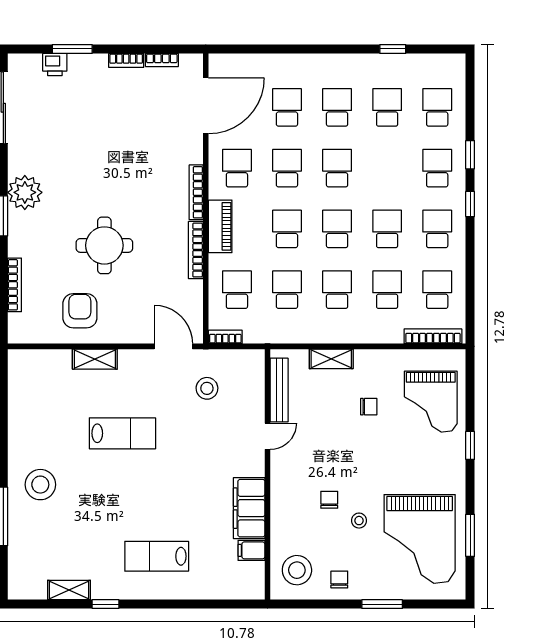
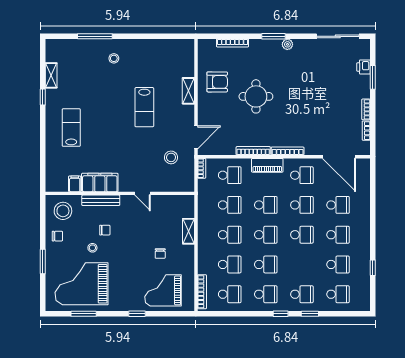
plant: (25, 192) -> (287, 44), width x0.53, depth x0.53
bench: (279, 390) -> (101, 200), moved
stool: (40, 485) -> (114, 58), width x0.53, depth x0.53

